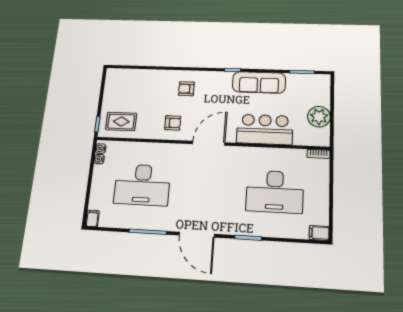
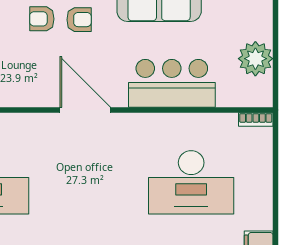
armchair: (173, 123) -> (79, 20), moved
door: (209, 143) -> (85, 110), hinge flipped

